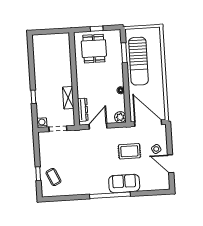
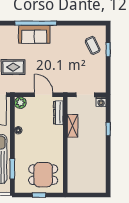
dining table: (94, 49) -> (43, 175), turned 90
door: (98, 126) -> (44, 95), swing flipped
sofa: (124, 183) -> (34, 34), moved

